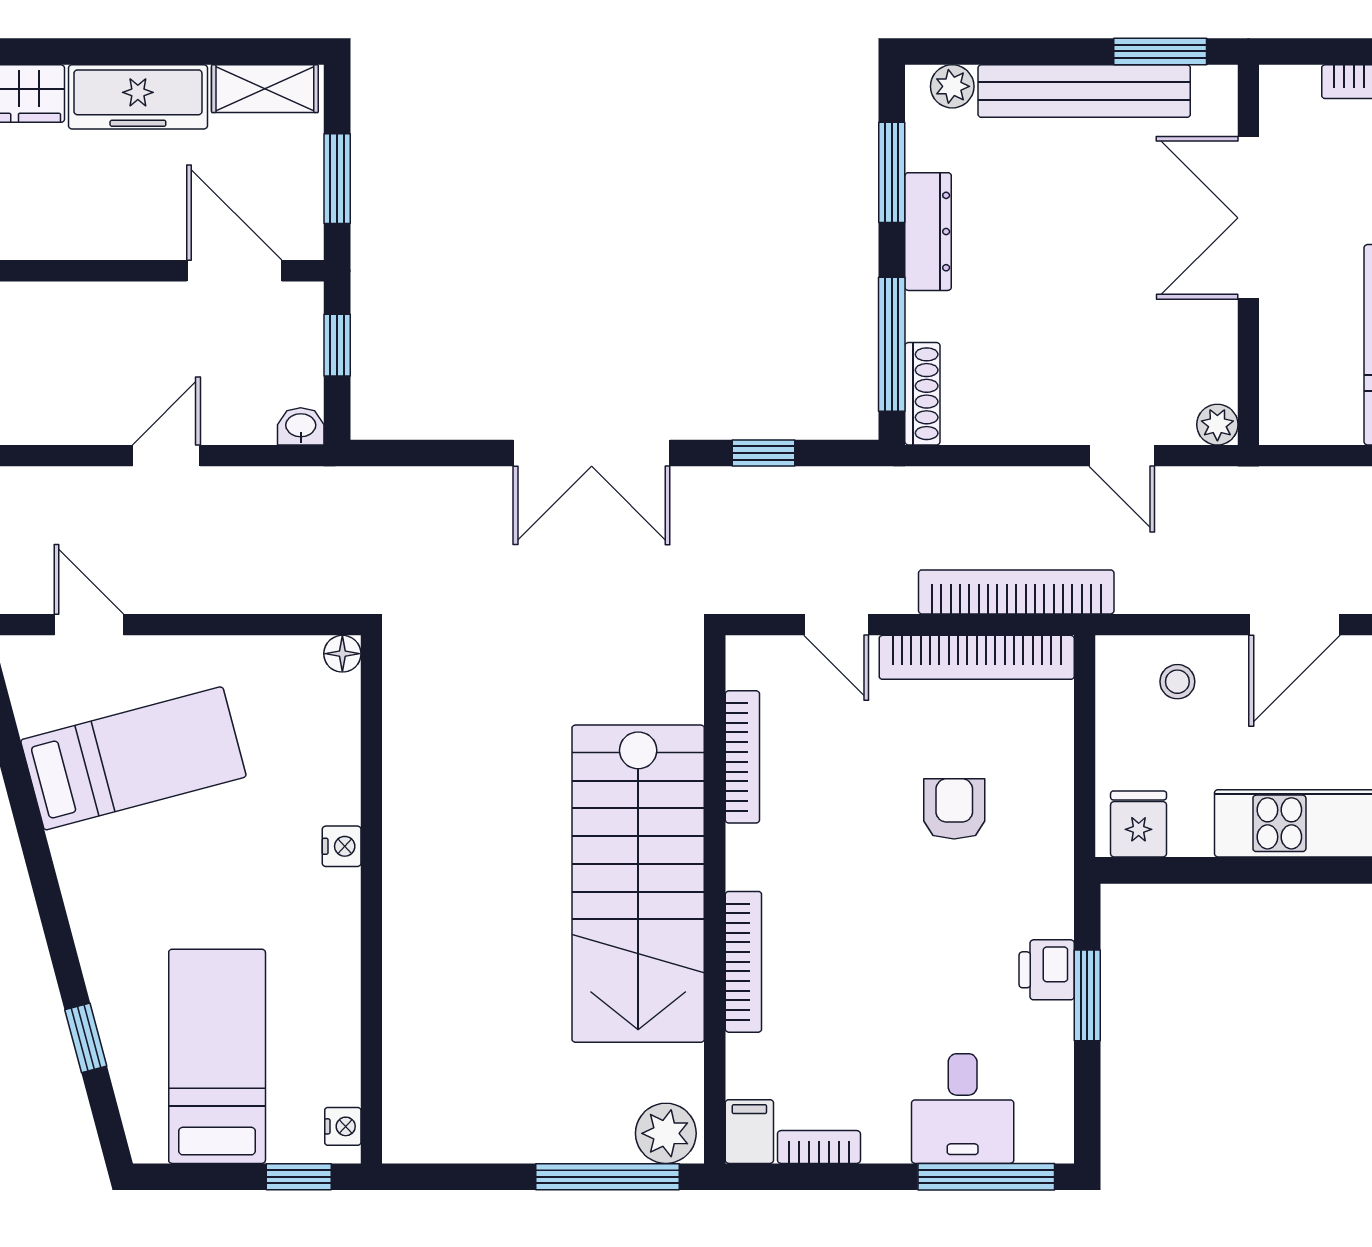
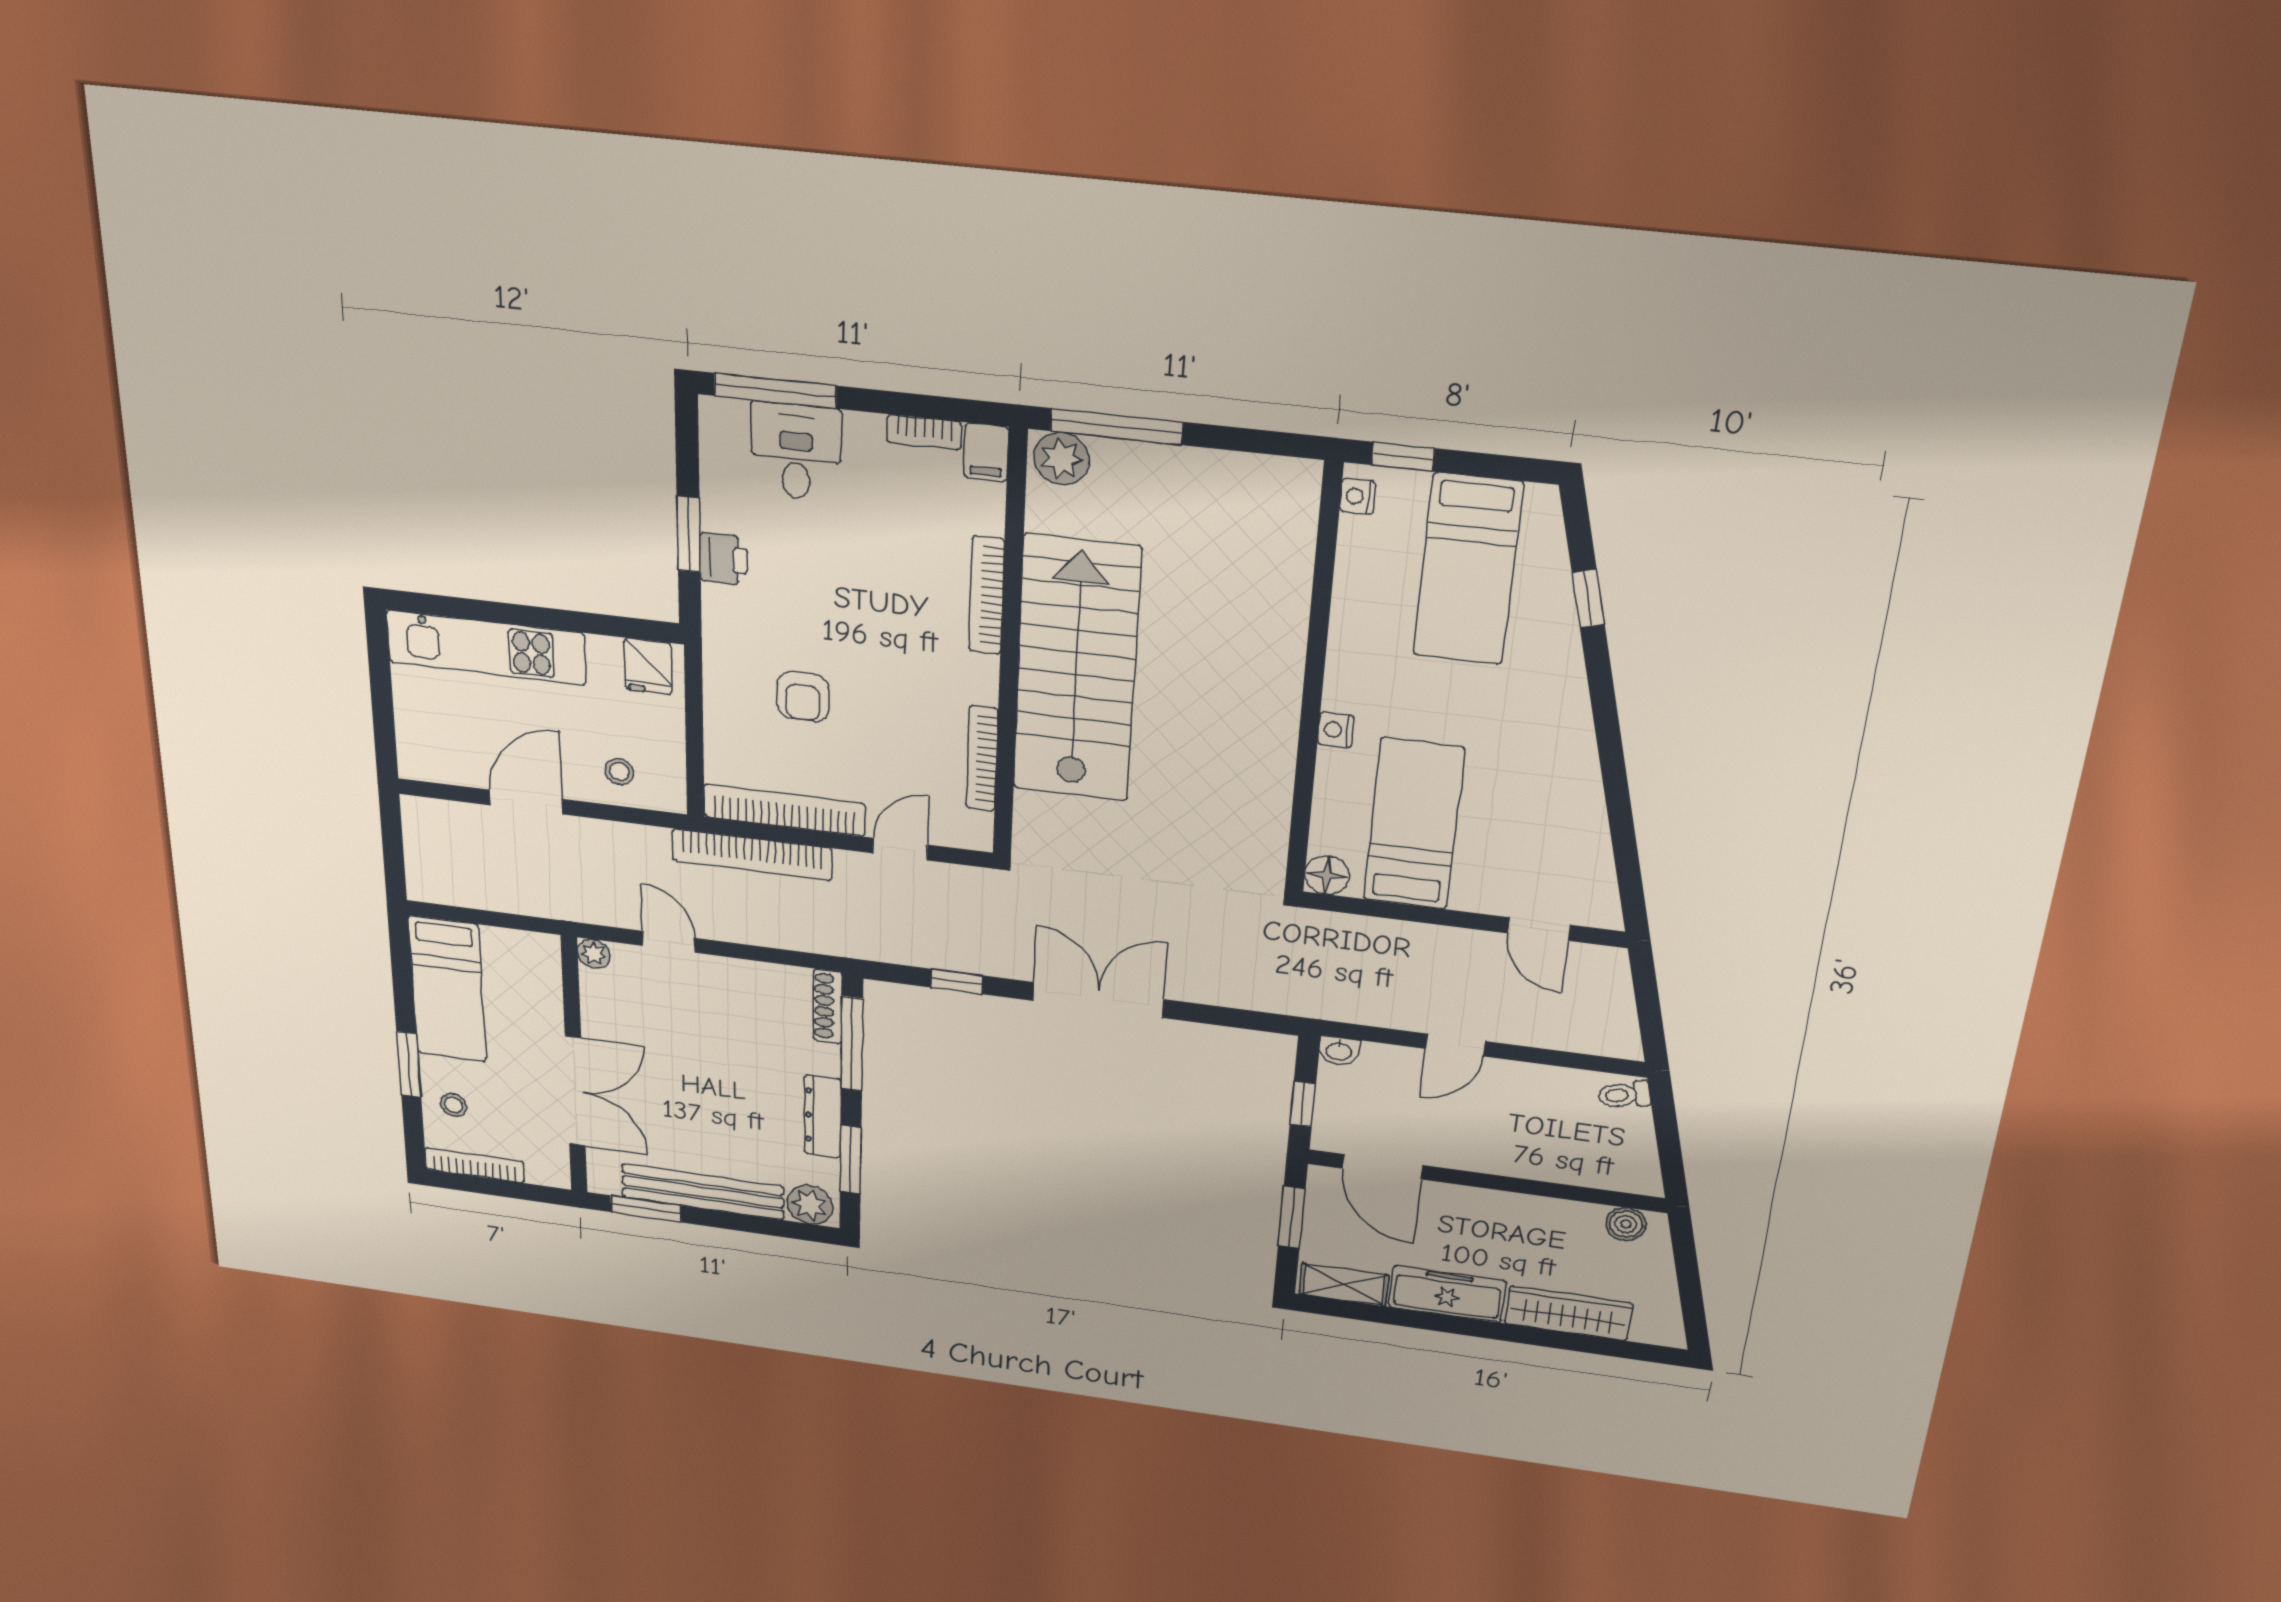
plant: (952, 86) -> (810, 1205), width x1.38, depth x1.38
door: (836, 625) -> (900, 849), hinge flipped
floor lamp: (342, 654) -> (1327, 875), width x1.37, depth x1.37
bed: (133, 758) -> (1414, 824), moved, turned 105

